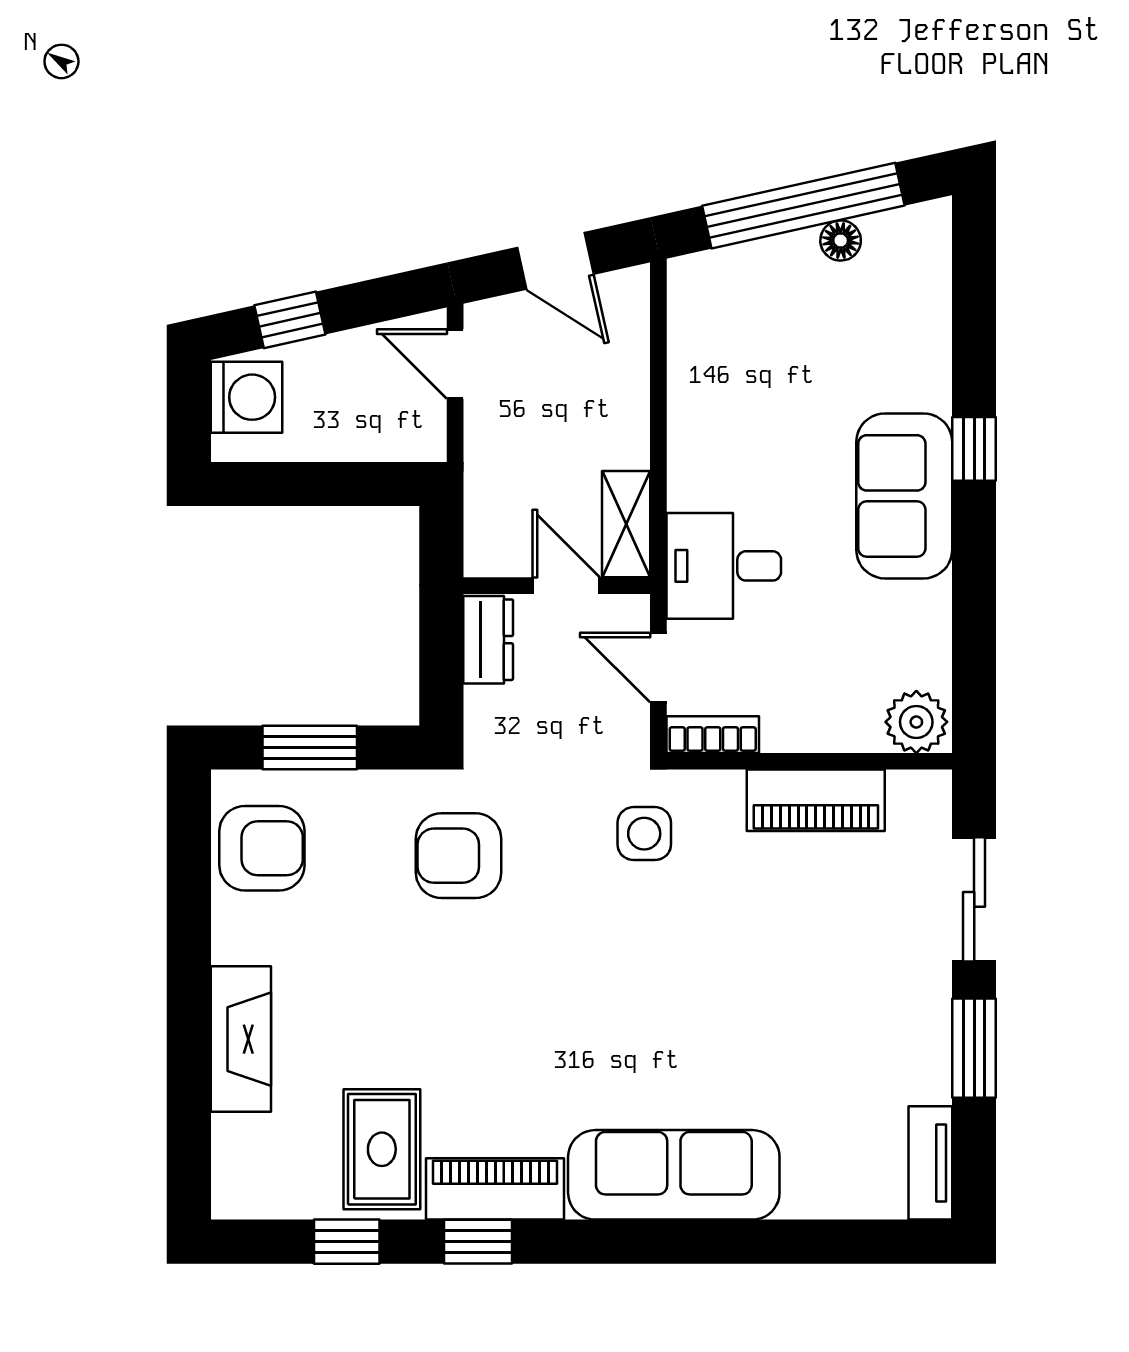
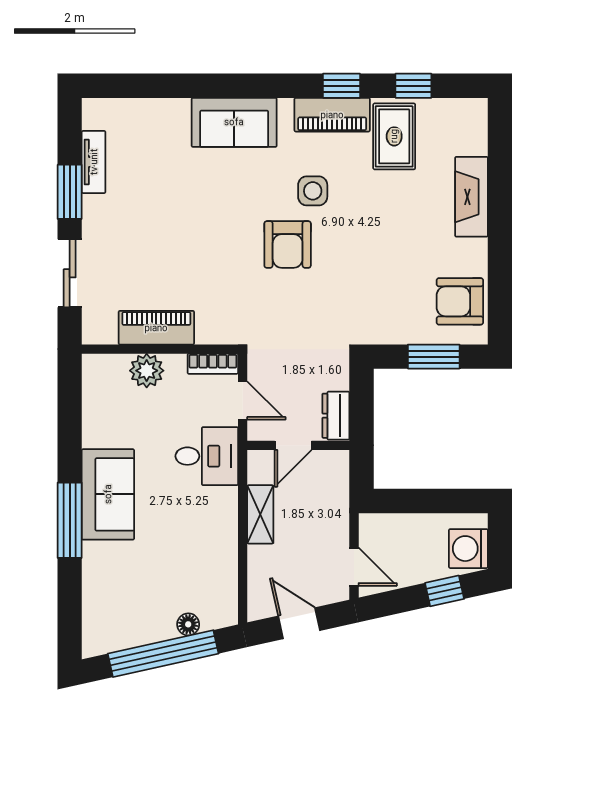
floor lamp: (841, 240) -> (188, 624), moved
window: (974, 449) -> (70, 520), width x2.17
shelving: (626, 524) -> (260, 514), moved
door: (566, 586) -> (293, 445), hinge flipped
plant: (916, 722) -> (147, 371), moved
side table: (644, 834) -> (313, 191), moved
armchair: (459, 856) -> (288, 244), moved, turned 90
tv unit: (930, 1163) -> (94, 162), moved
sofa: (674, 1175) -> (234, 122), width x0.73

